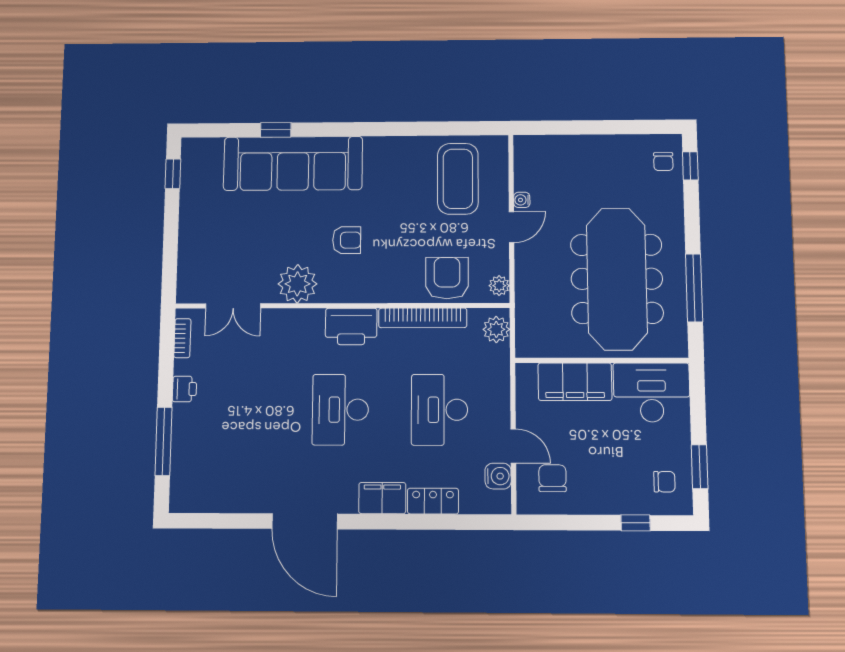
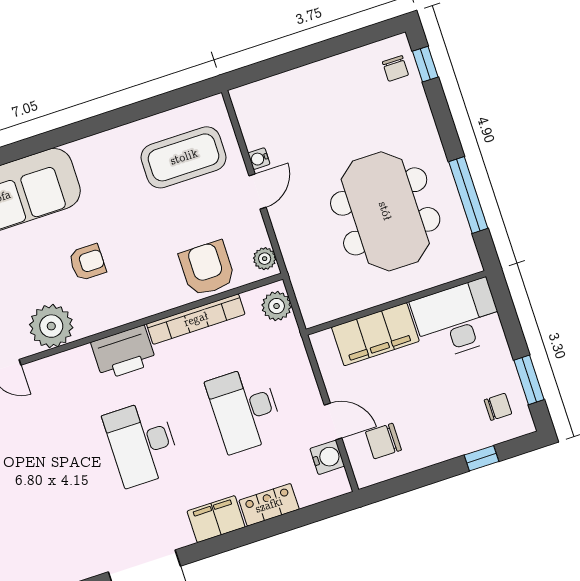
coffee table: (458, 179) -> (184, 157), turned 90
meeting table: (617, 279) -> (385, 211), width x0.73
chair: (552, 478) -> (383, 441), turned -90

